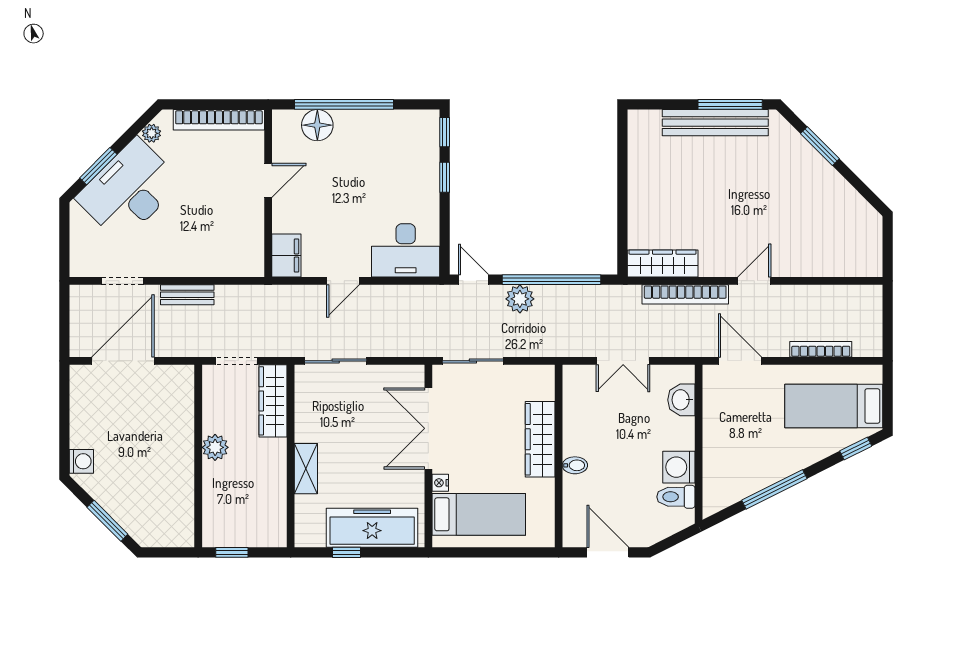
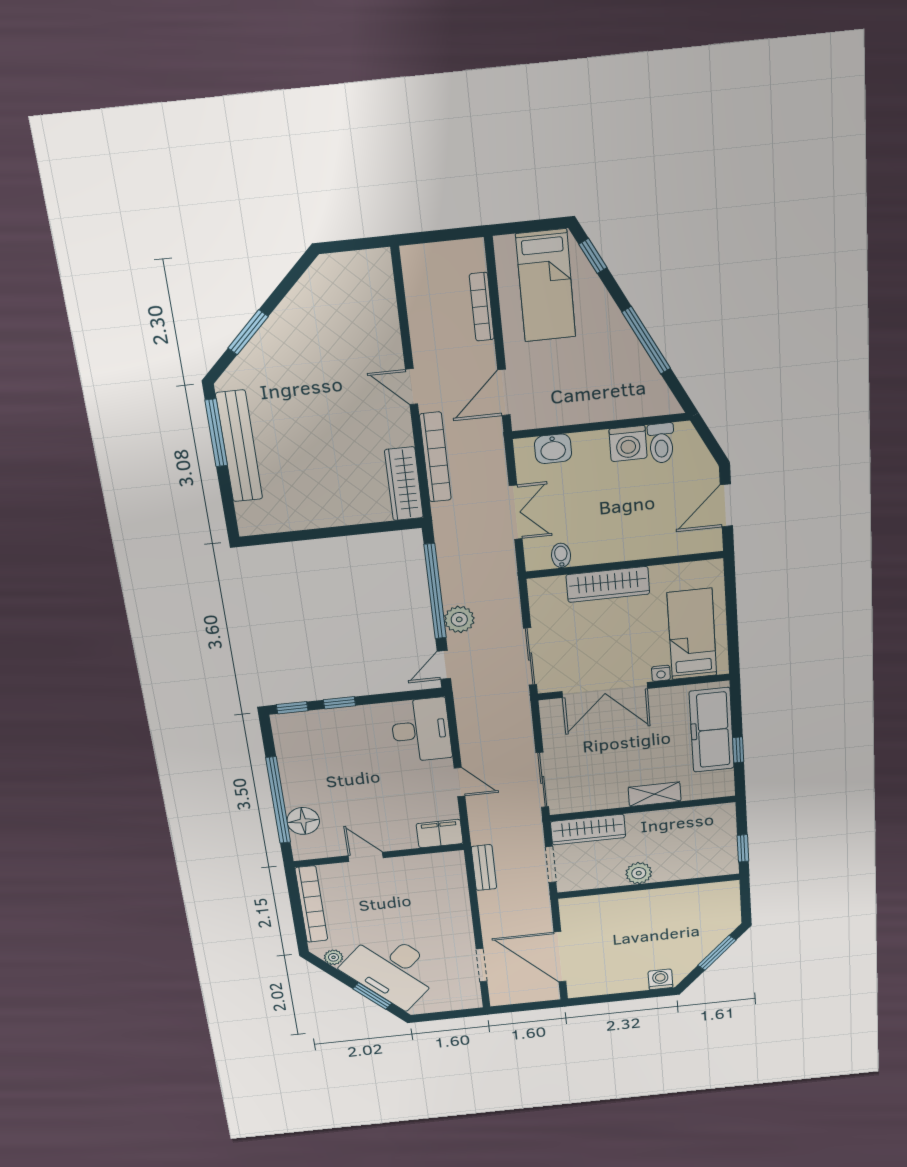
bench: (187, 295) -> (484, 868), moved
bidet: (575, 465) -> (561, 555), moved

